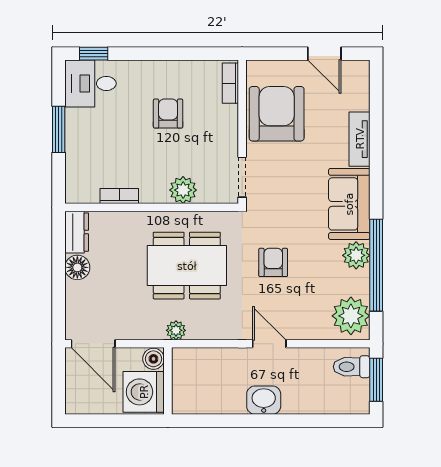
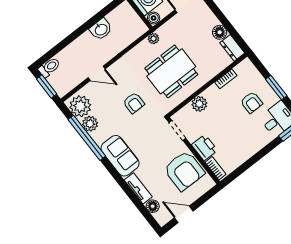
floor lamp: (359, 99) -> (153, 206), added
armchair: (168, 114) -> (251, 102), moved
printer: (223, 124) -> (204, 148), added
plant: (356, 255) -> (90, 124), moved
door: (269, 344) -> (97, 73), moved
toilet: (352, 367) -> (49, 67), moved
washbasin: (264, 400) -> (101, 29), moved

